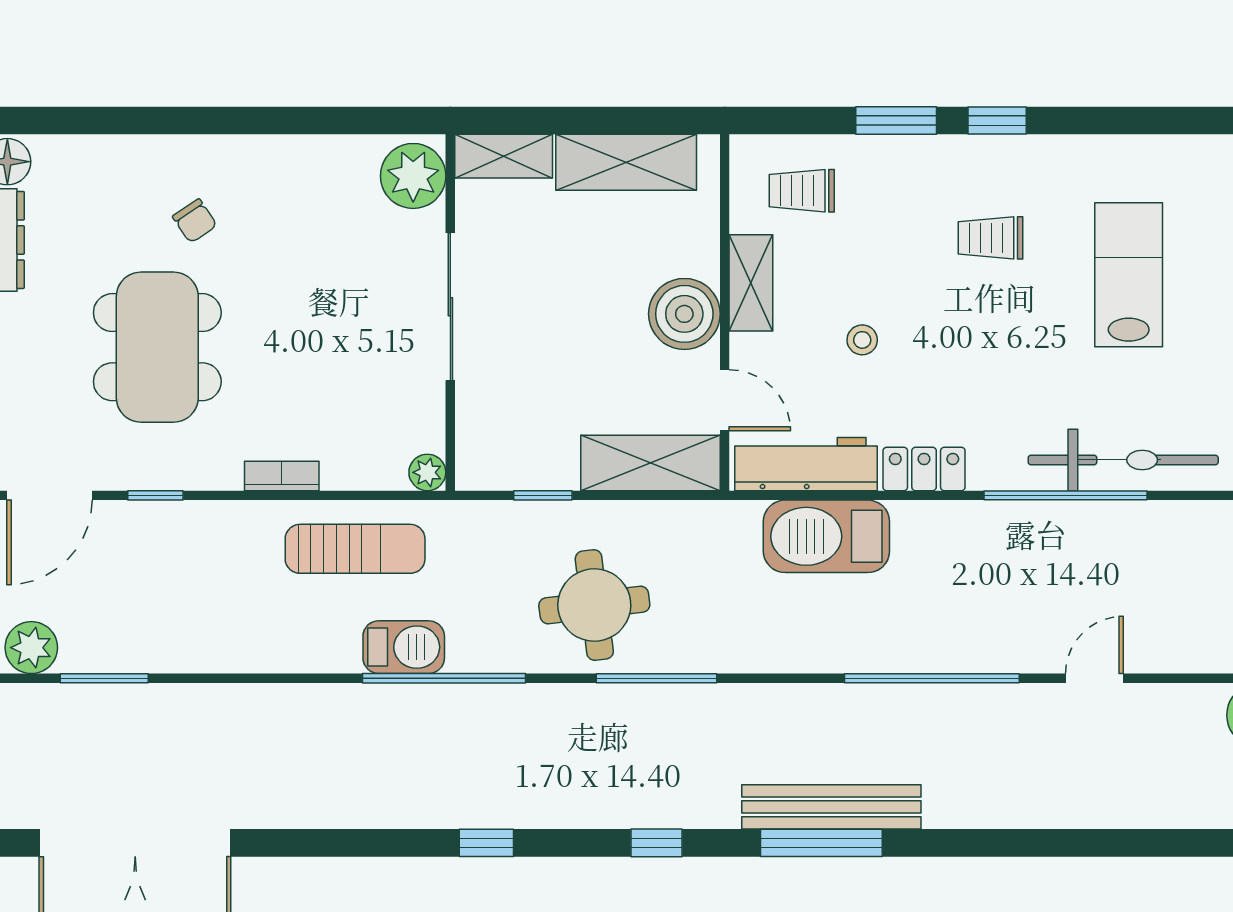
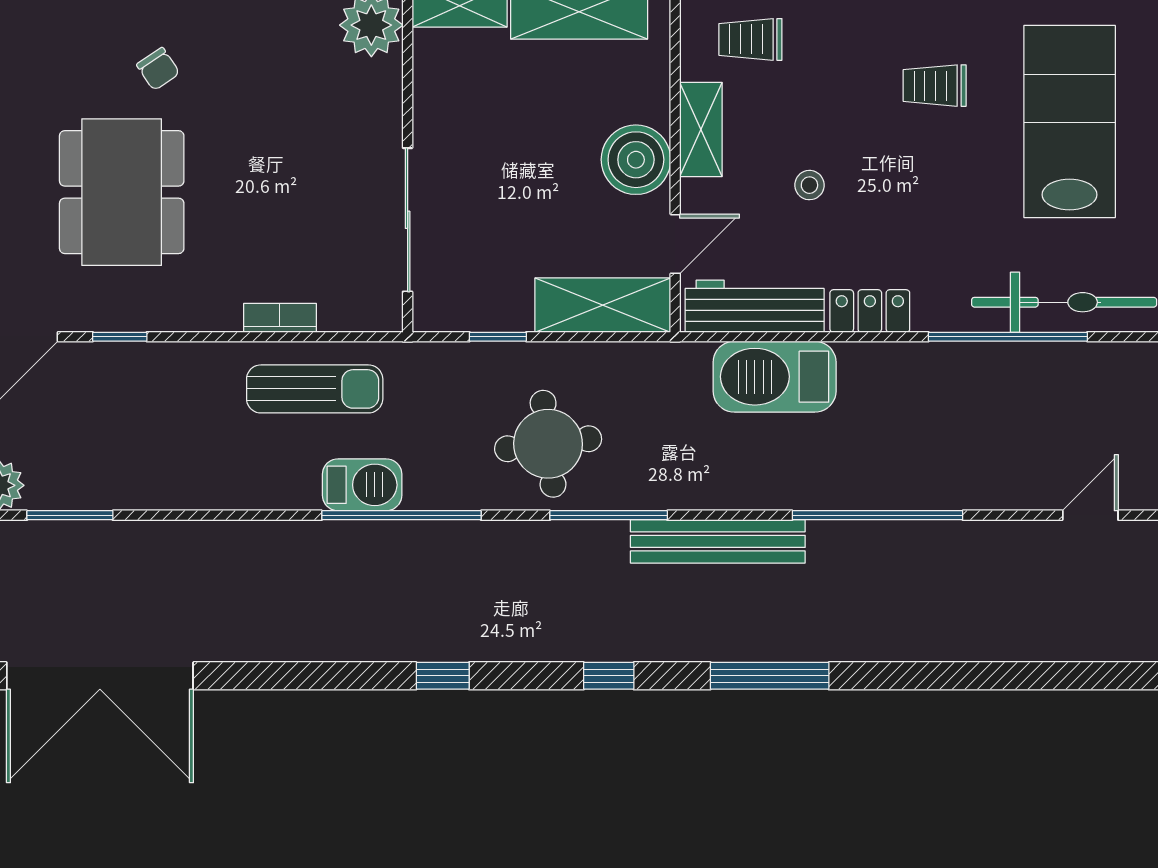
lab bench: (1129, 275) -> (1070, 122), width x1.36, depth x1.39
sliding door: (450, 307) -> (408, 220), moved
door: (725, 400) -> (675, 244), hinge flipped
plant: (427, 472) -> (385, 314), removed
bookcase: (282, 476) -> (280, 318), moved
door: (1094, 678) -> (1090, 515), moved
bench: (831, 807) -> (718, 541), moved

